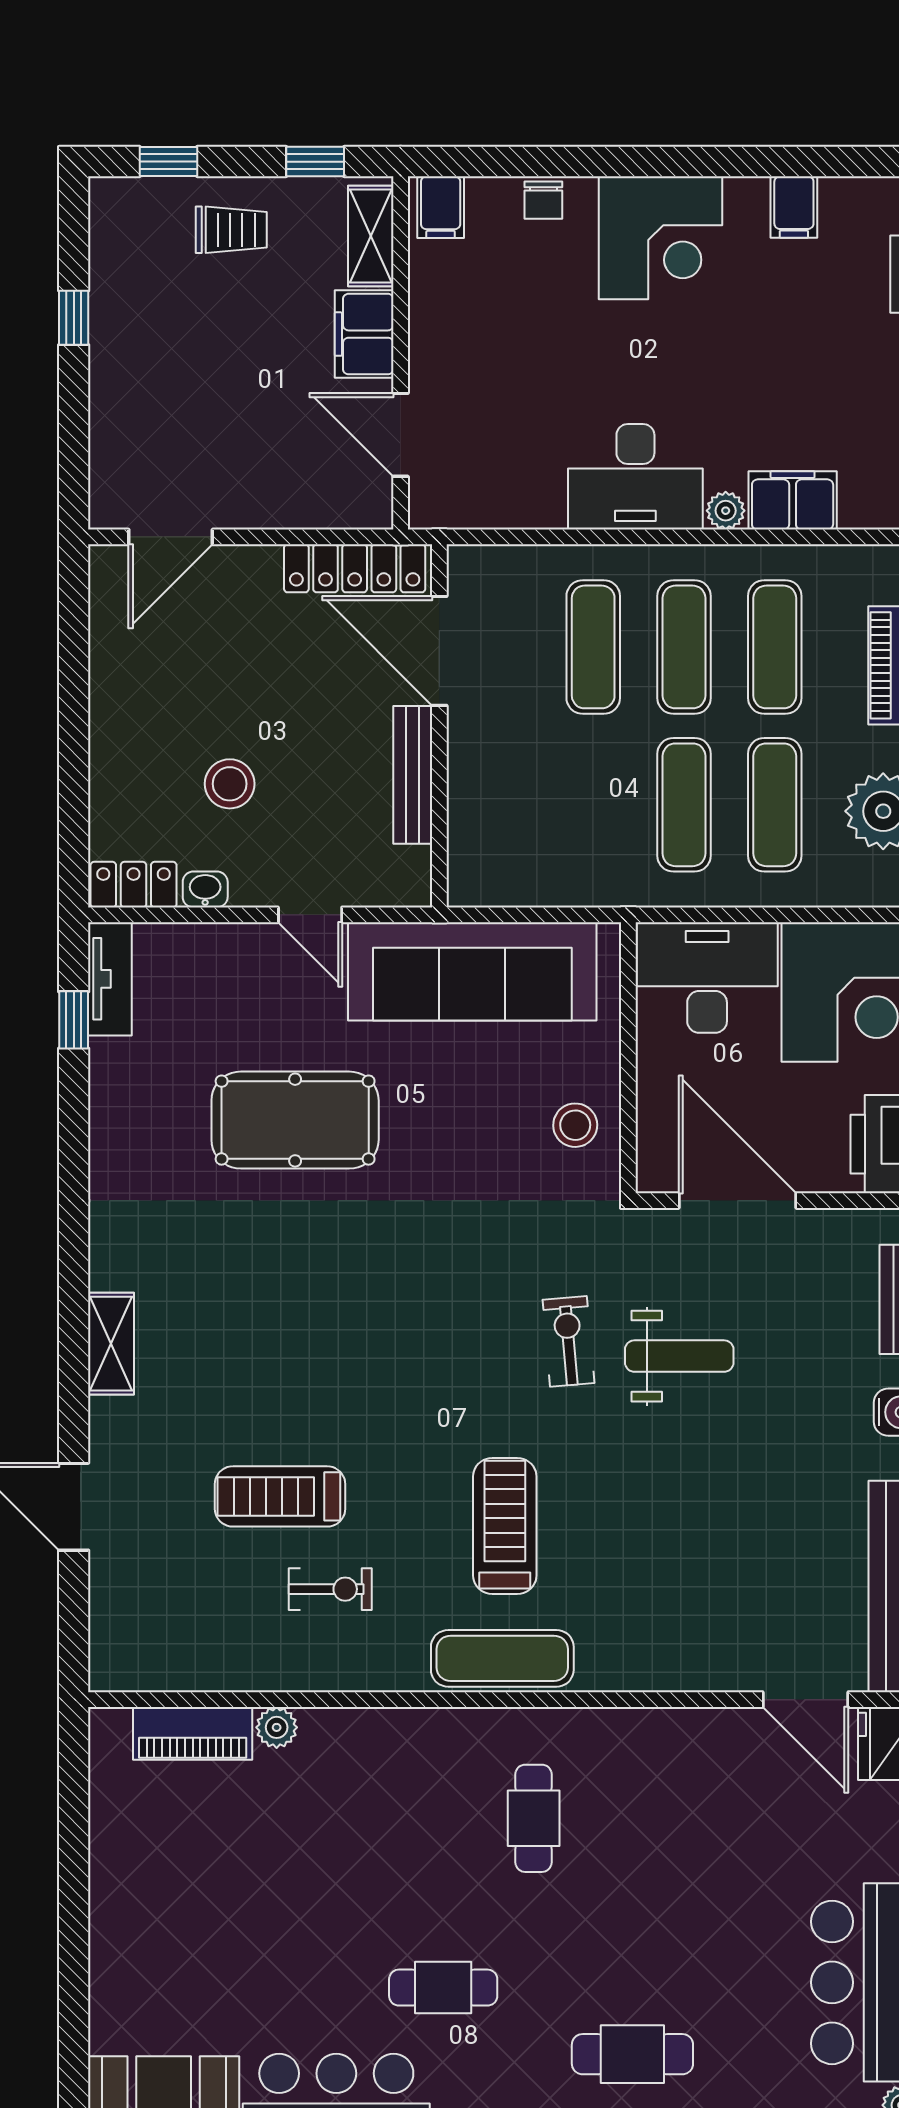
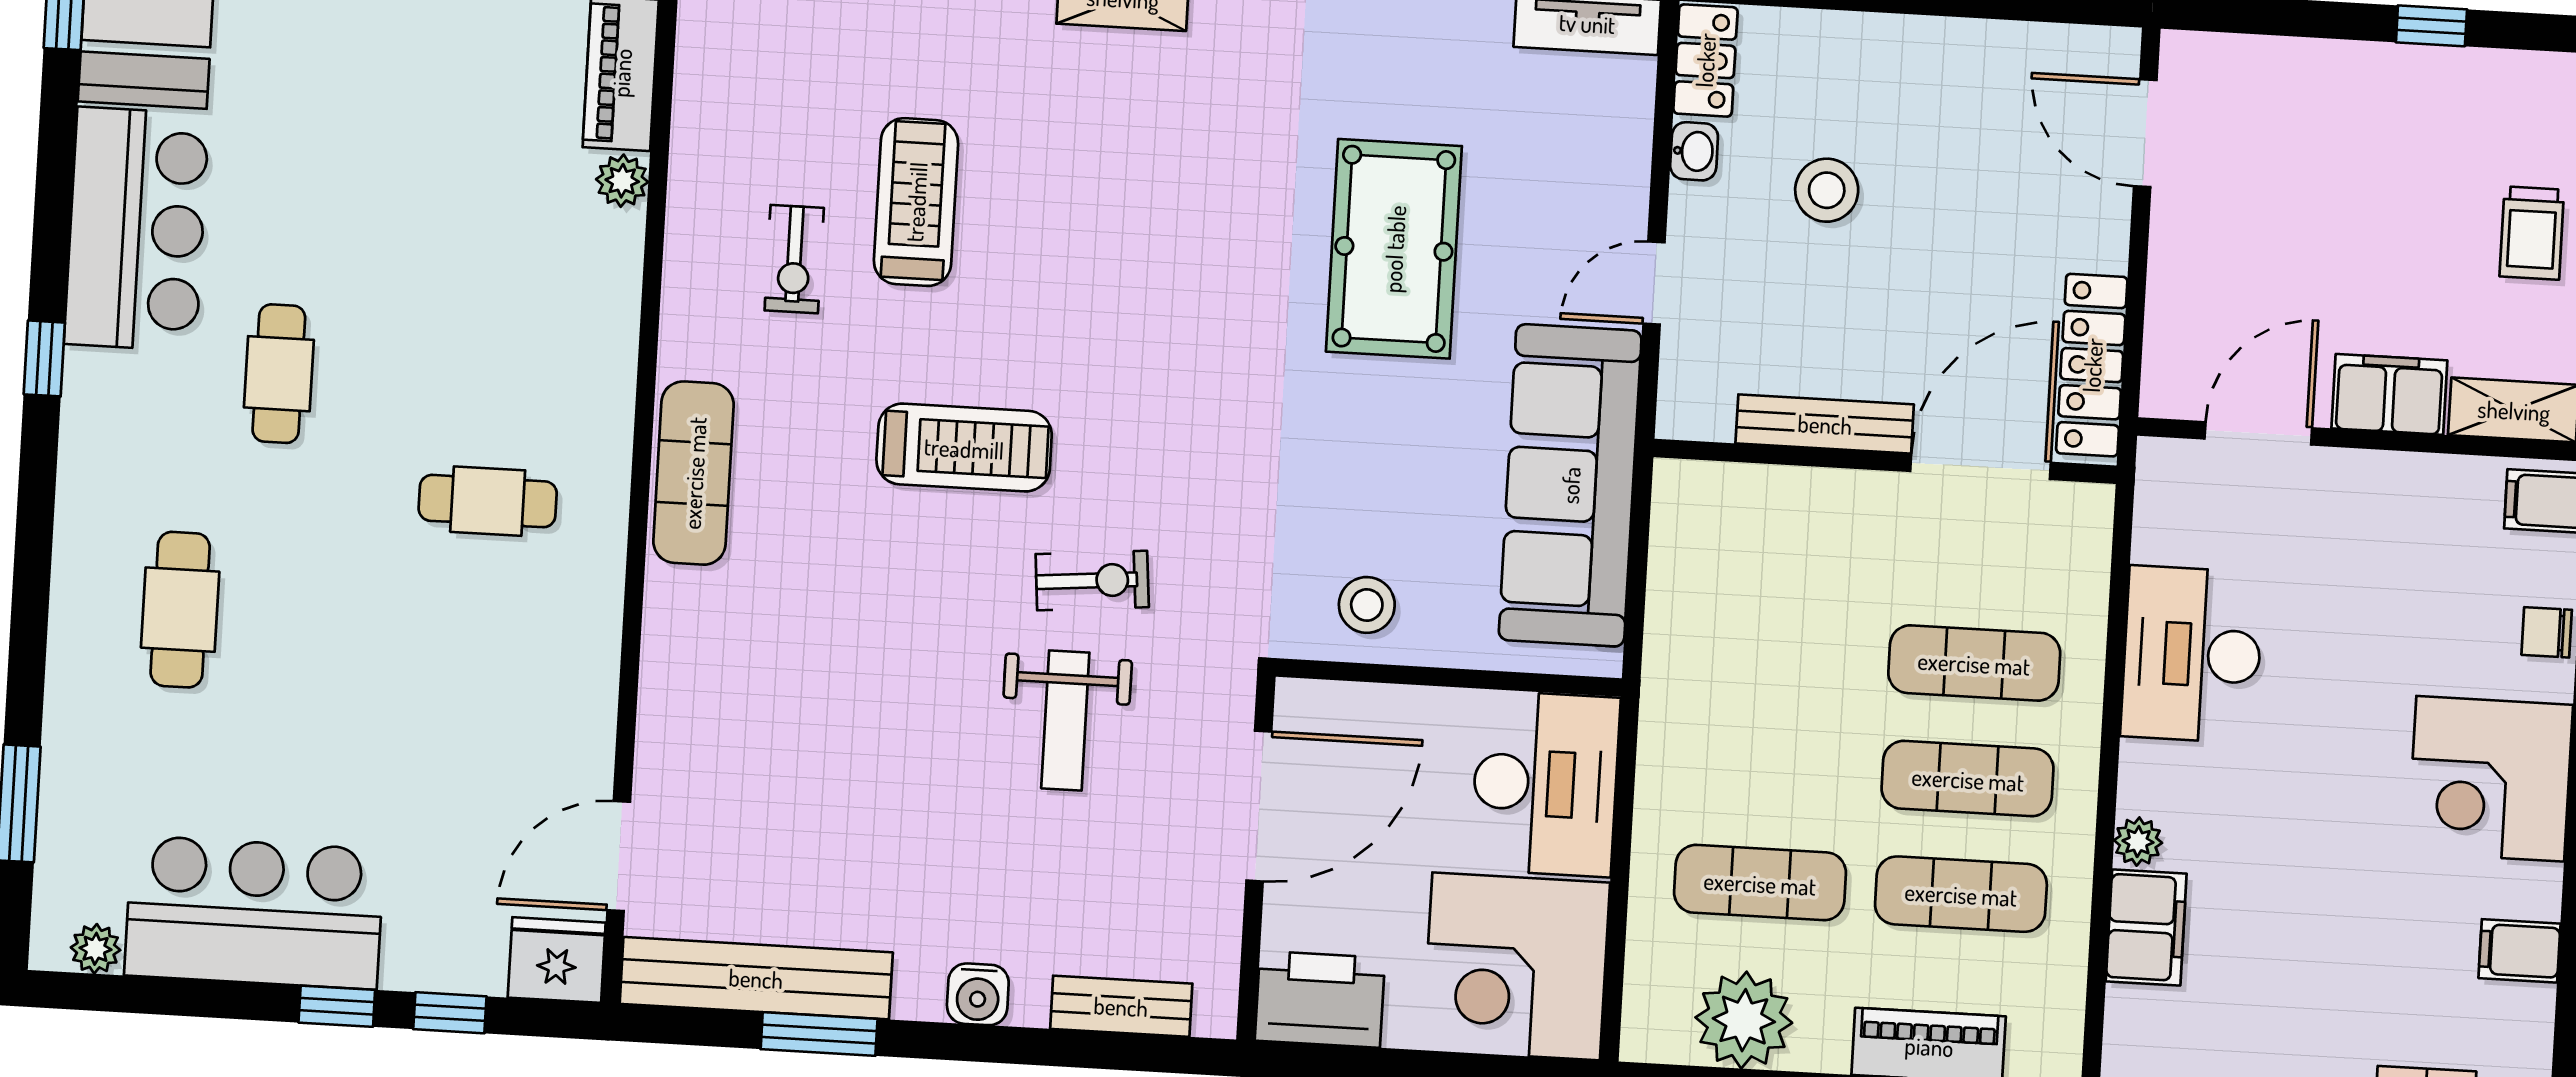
desk: (635, 477) -> (2192, 654), moved
exercise mat: (684, 805) -> (1767, 767), removed
treadmill: (505, 1526) -> (964, 448), moved

